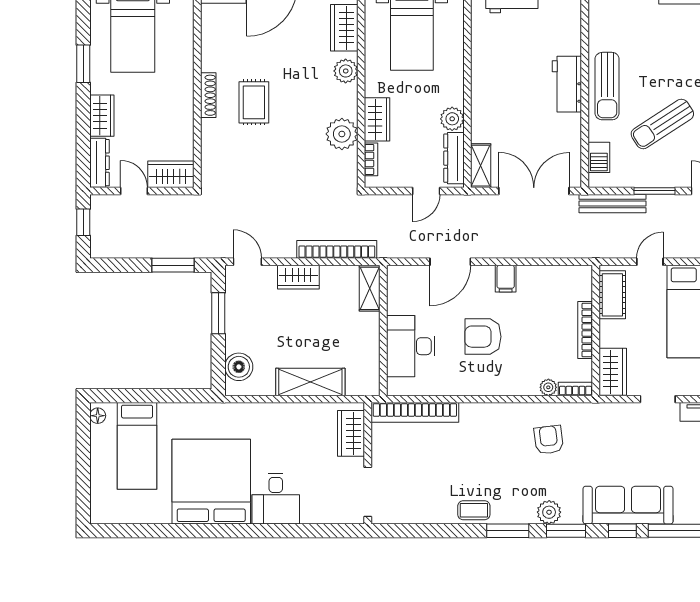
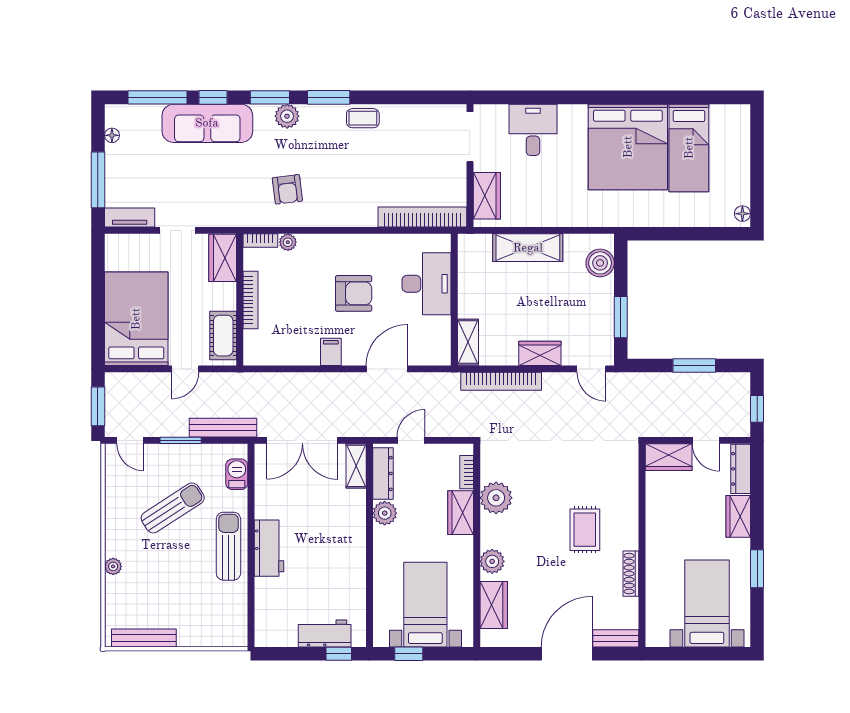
shoe rack: (208, 95) -> (631, 574), moved
window: (173, 265) -> (694, 366), moved
bed: (137, 446) -> (689, 148), moved, turned 180
desk: (276, 499) -> (533, 130), moved

